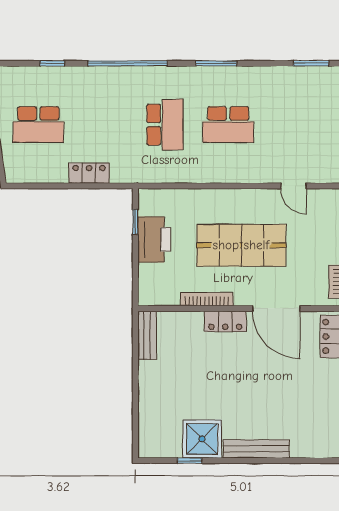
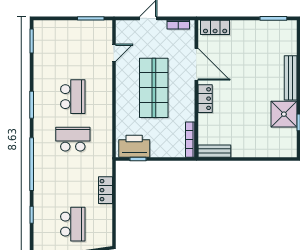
printer: (154, 239) -> (134, 146), moved
bookcase: (207, 299) -> (190, 140), moved
door: (276, 308) -> (196, 64), hinge flipped

